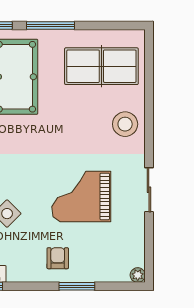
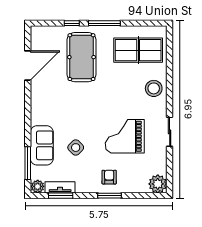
plant: (138, 275) -> (158, 184), width x1.88, depth x1.88
window: (77, 286) -> (109, 196), moved

